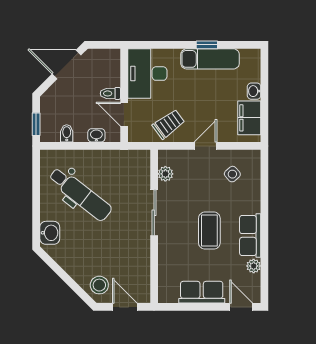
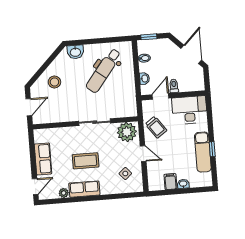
filing cabinet: (249, 118) -> (170, 182), width x0.50
plant: (165, 174) -> (127, 132), width x1.88, depth x1.88
stool: (99, 285) -> (54, 82), moved

